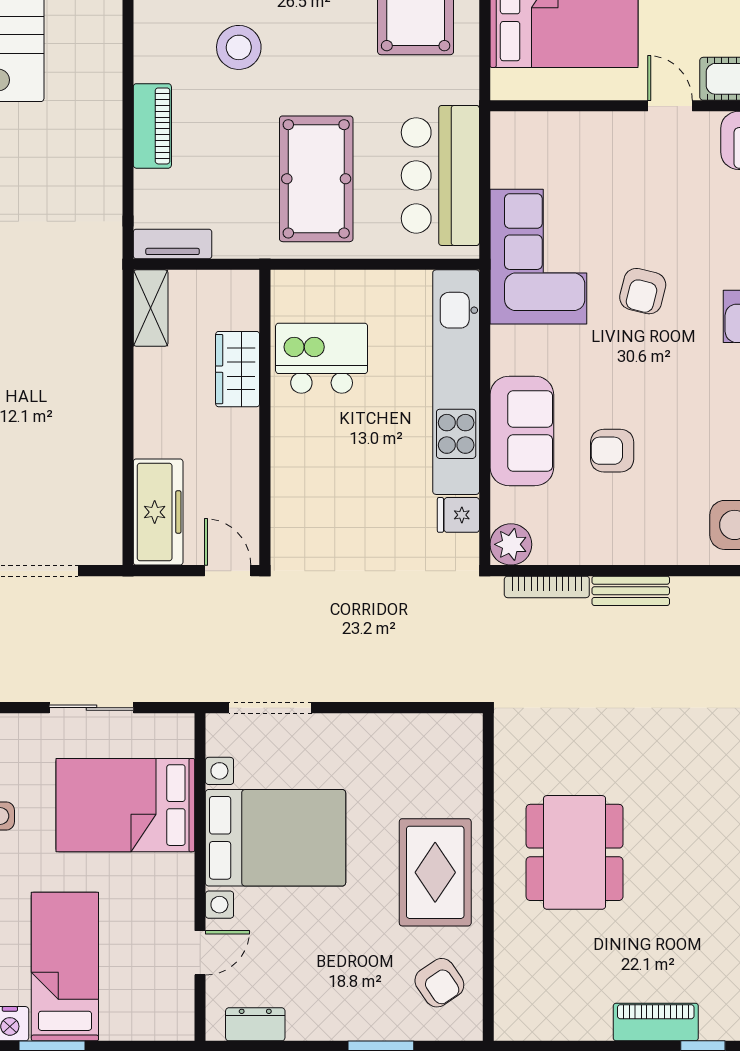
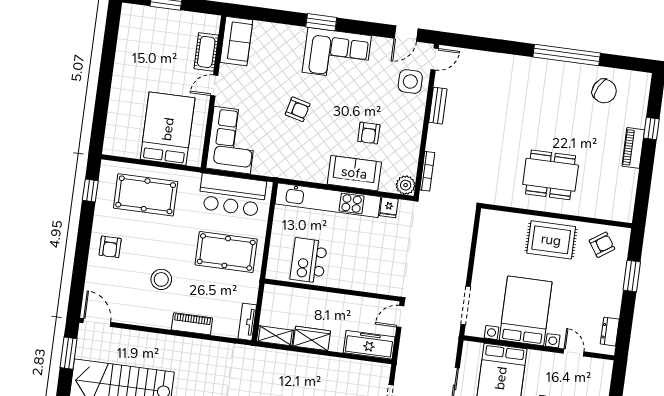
corner sofa: (538, 257) -> (232, 140), moved, turned 90
wardrobe: (238, 369) -> (312, 338), moved, turned 180
bench: (631, 591) -> (438, 106), moved

